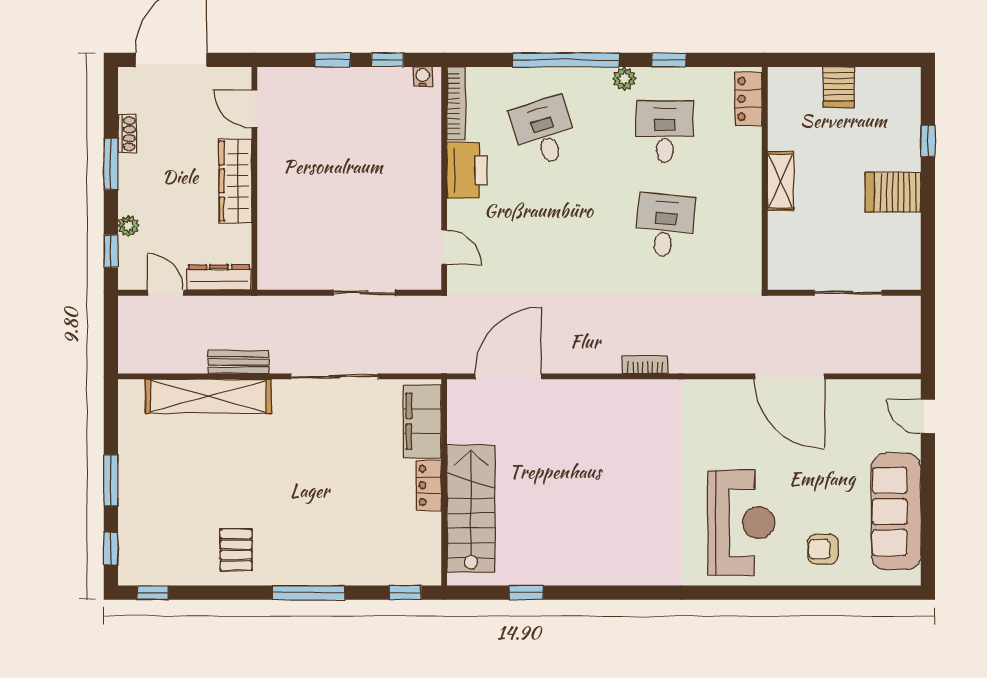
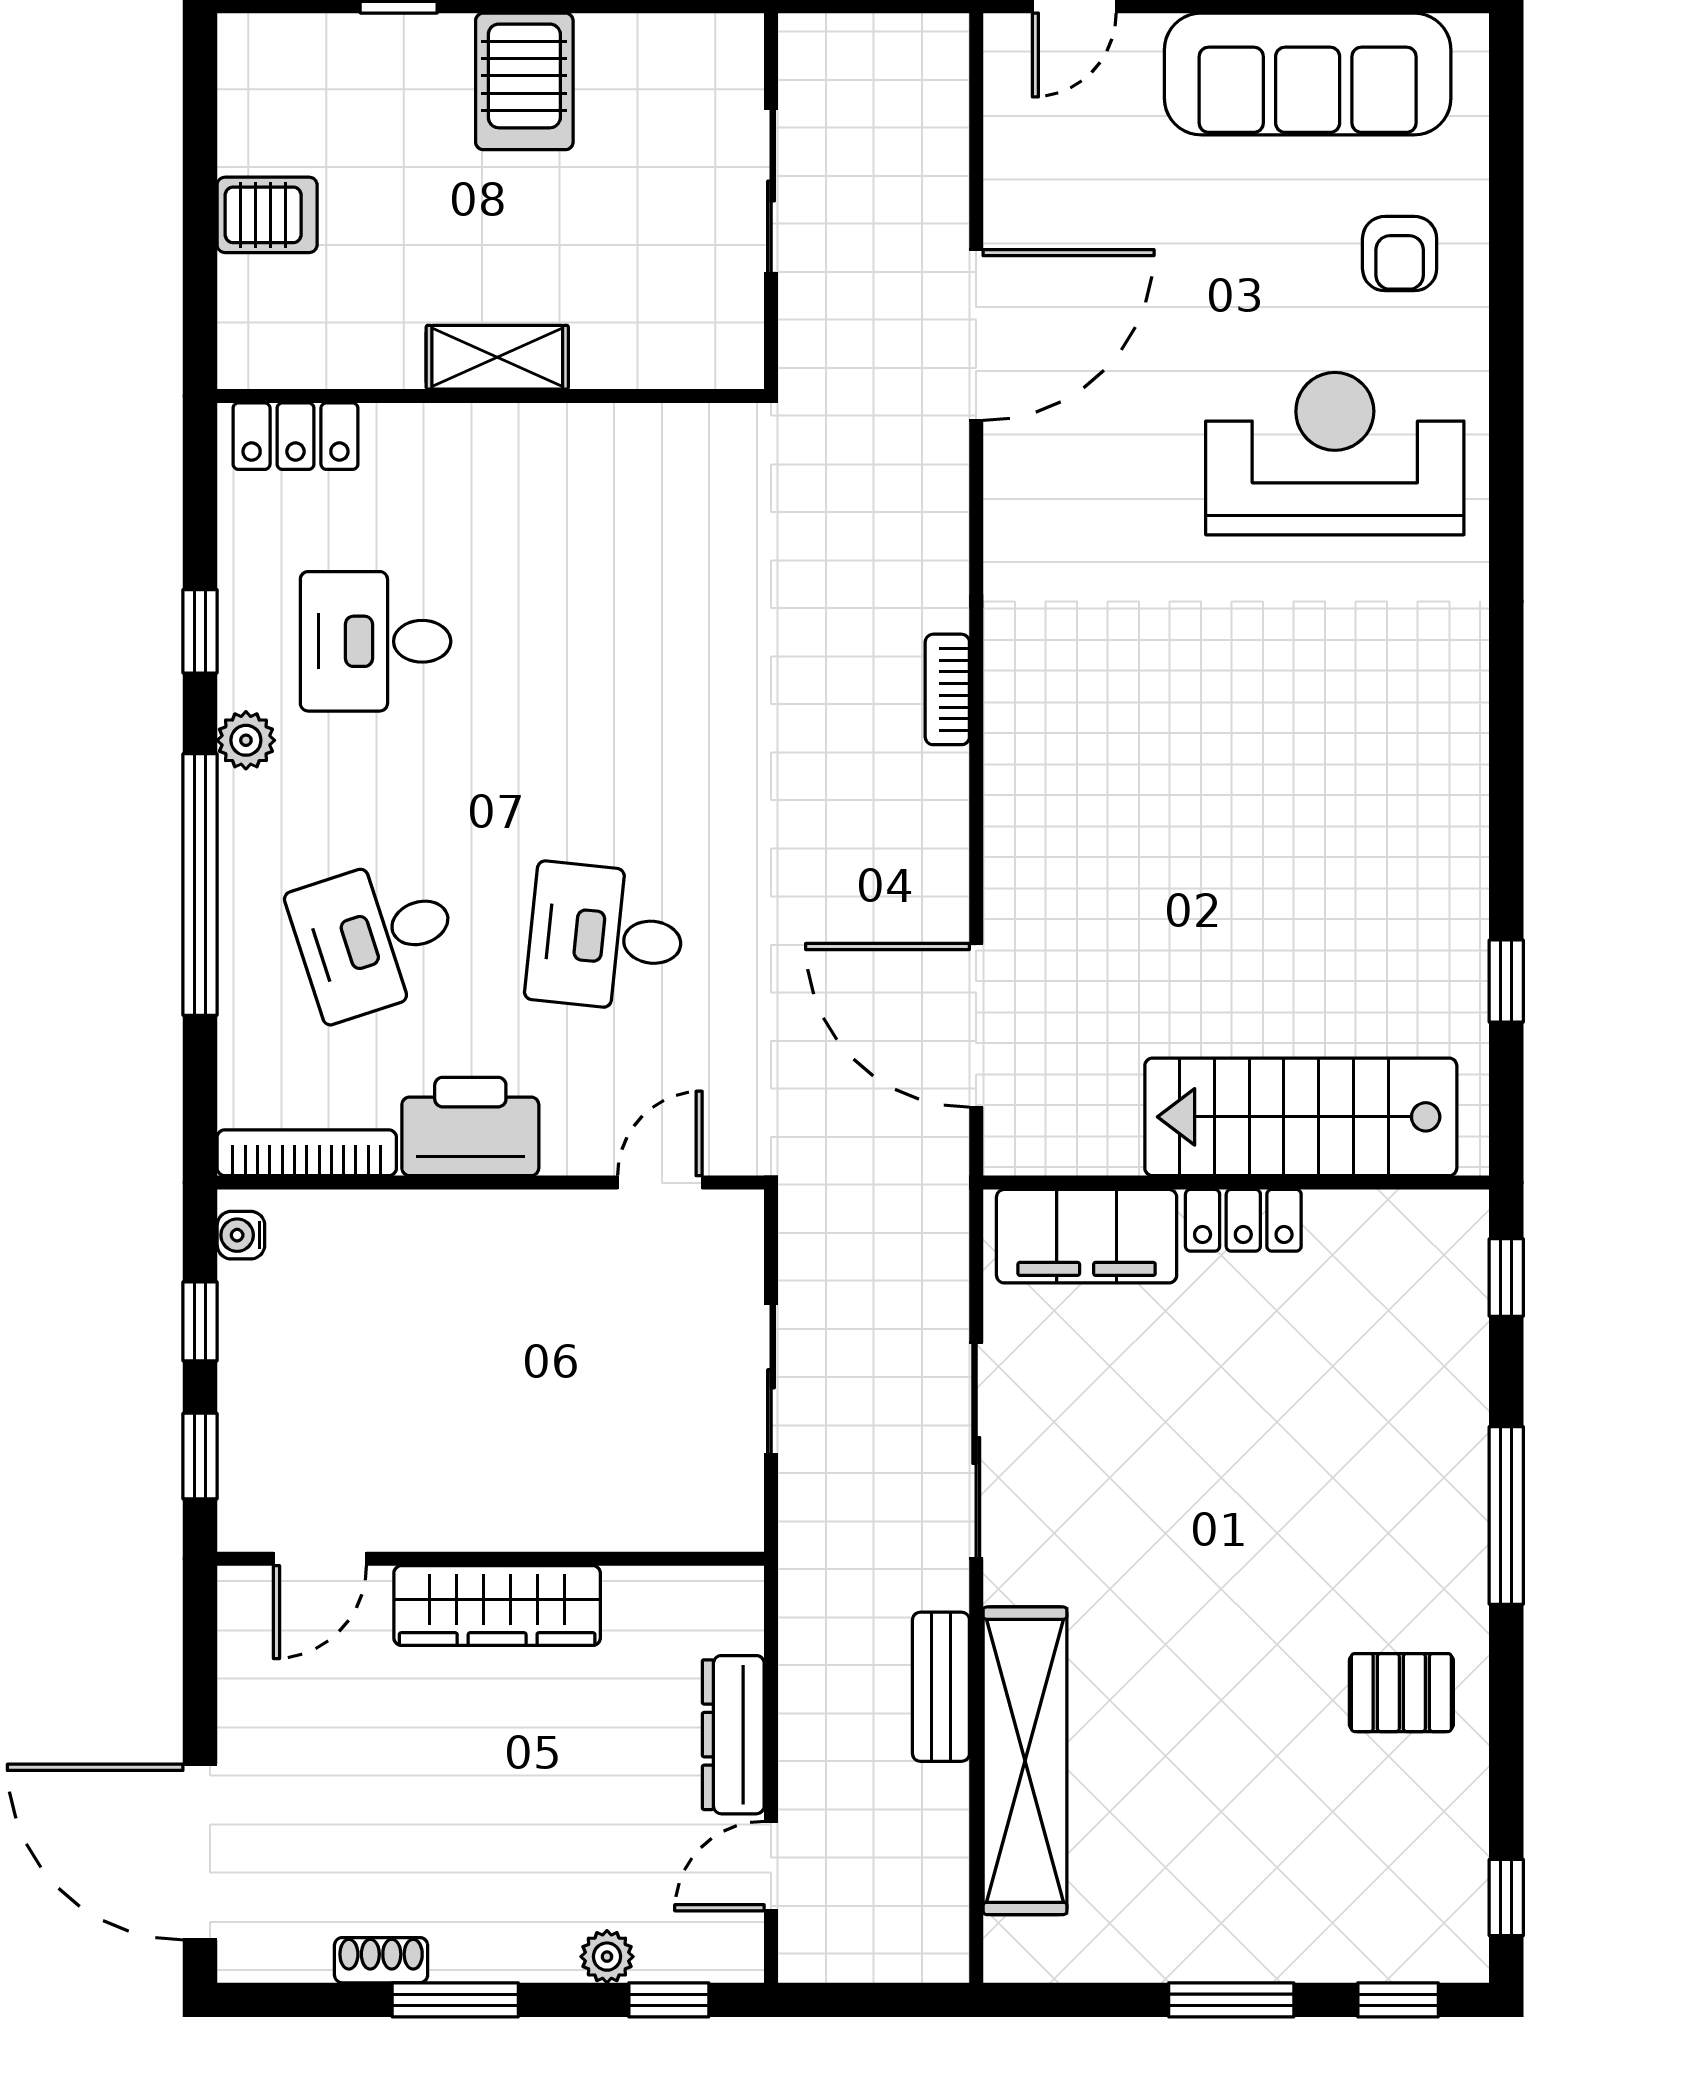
door: (254, 109) -> (320, 1559), moved
wall: (254, 178) -> (491, 1559), moved
wardrobe: (235, 181) -> (497, 1606), moved
desk: (665, 225) -> (606, 937), moved

